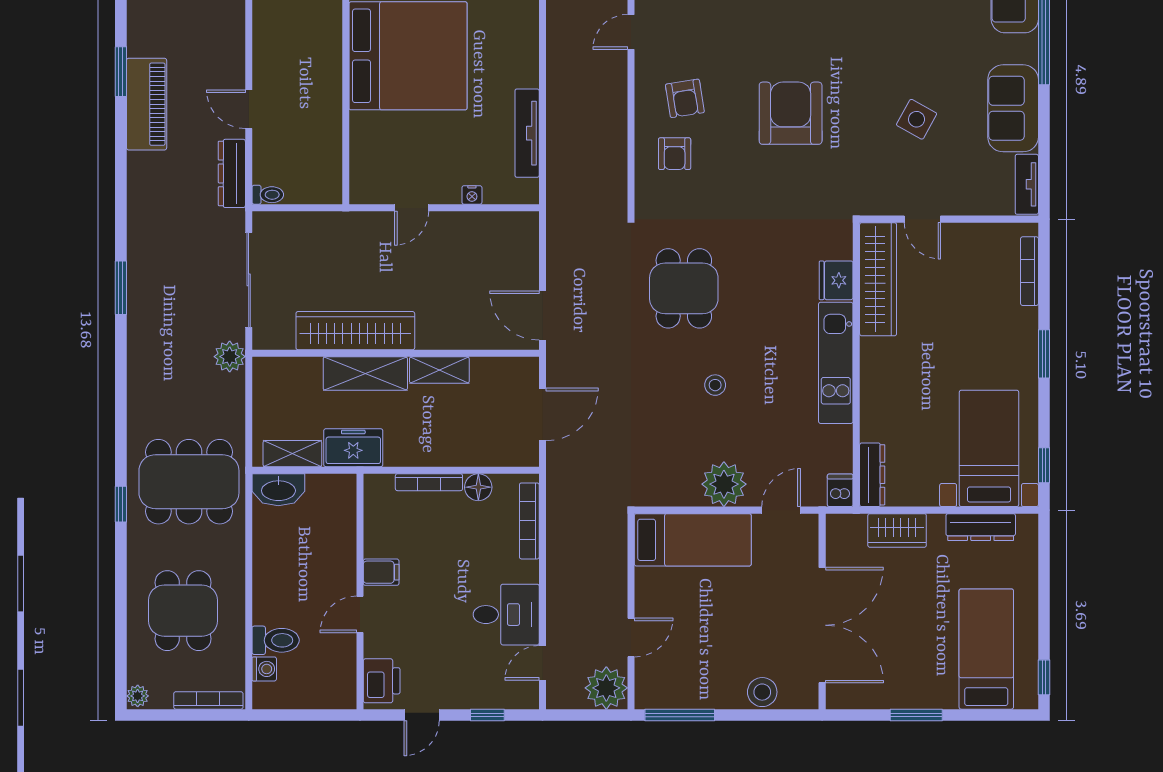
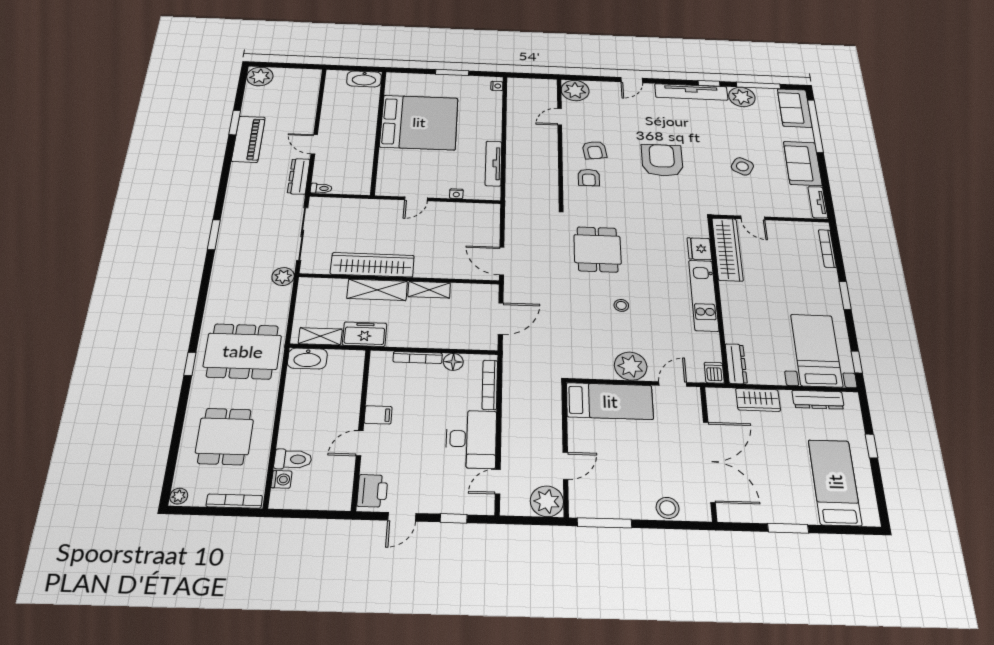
desk: (506, 615) -> (471, 439), width x1.37
window: (1044, 677) -> (871, 446), moved

